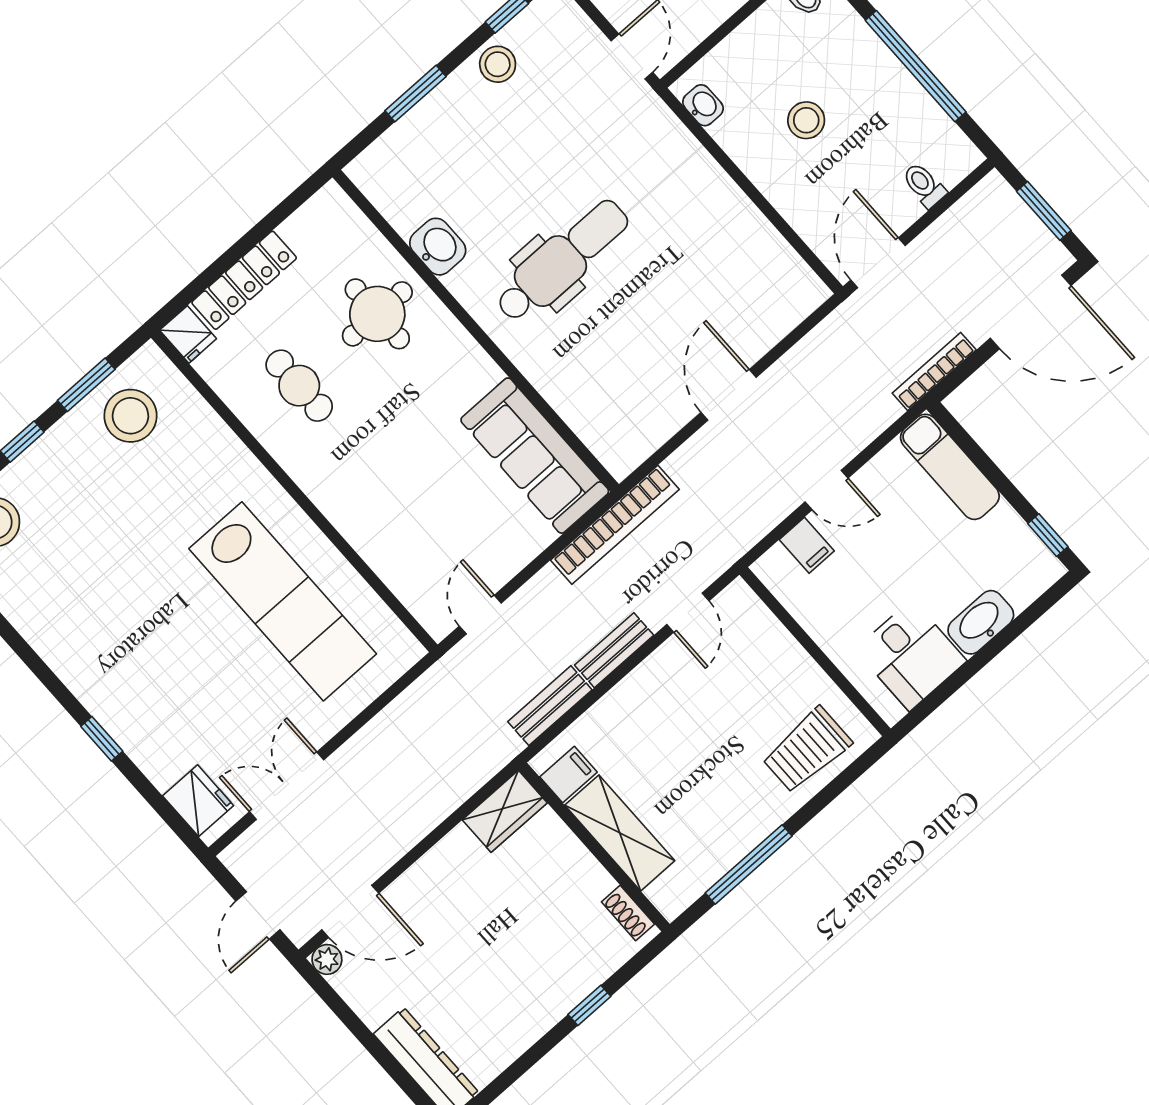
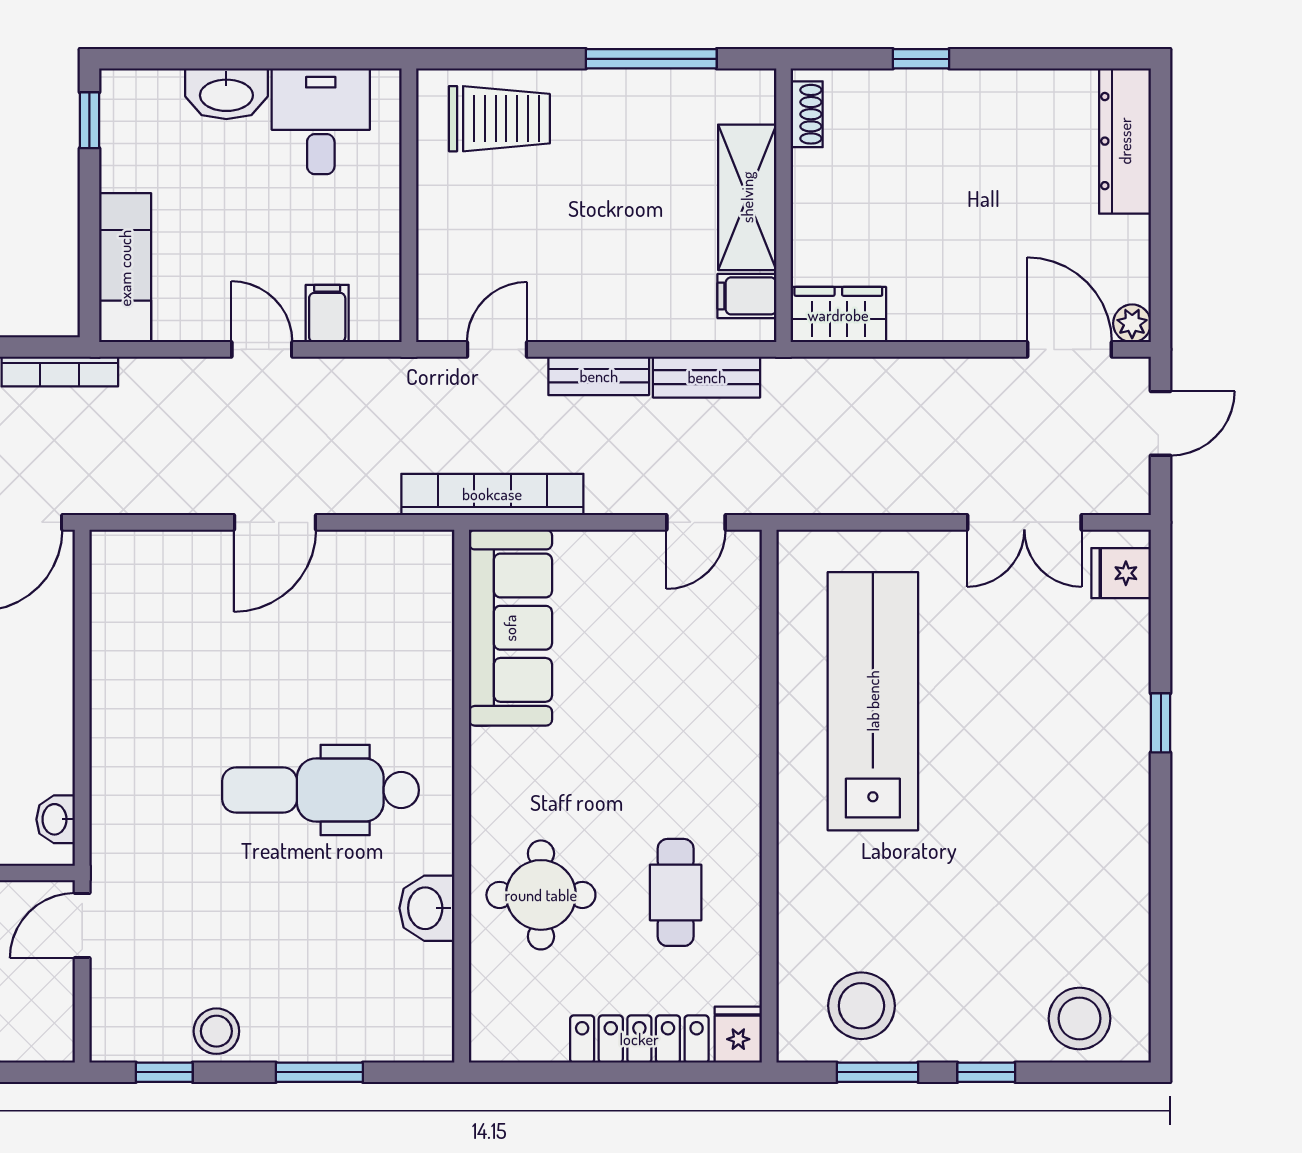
fridge: (198, 801) -> (1121, 573), width x0.72

